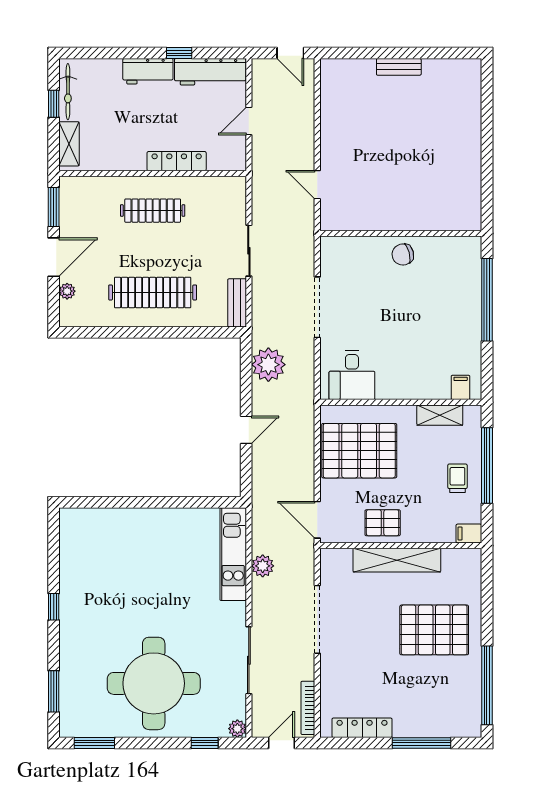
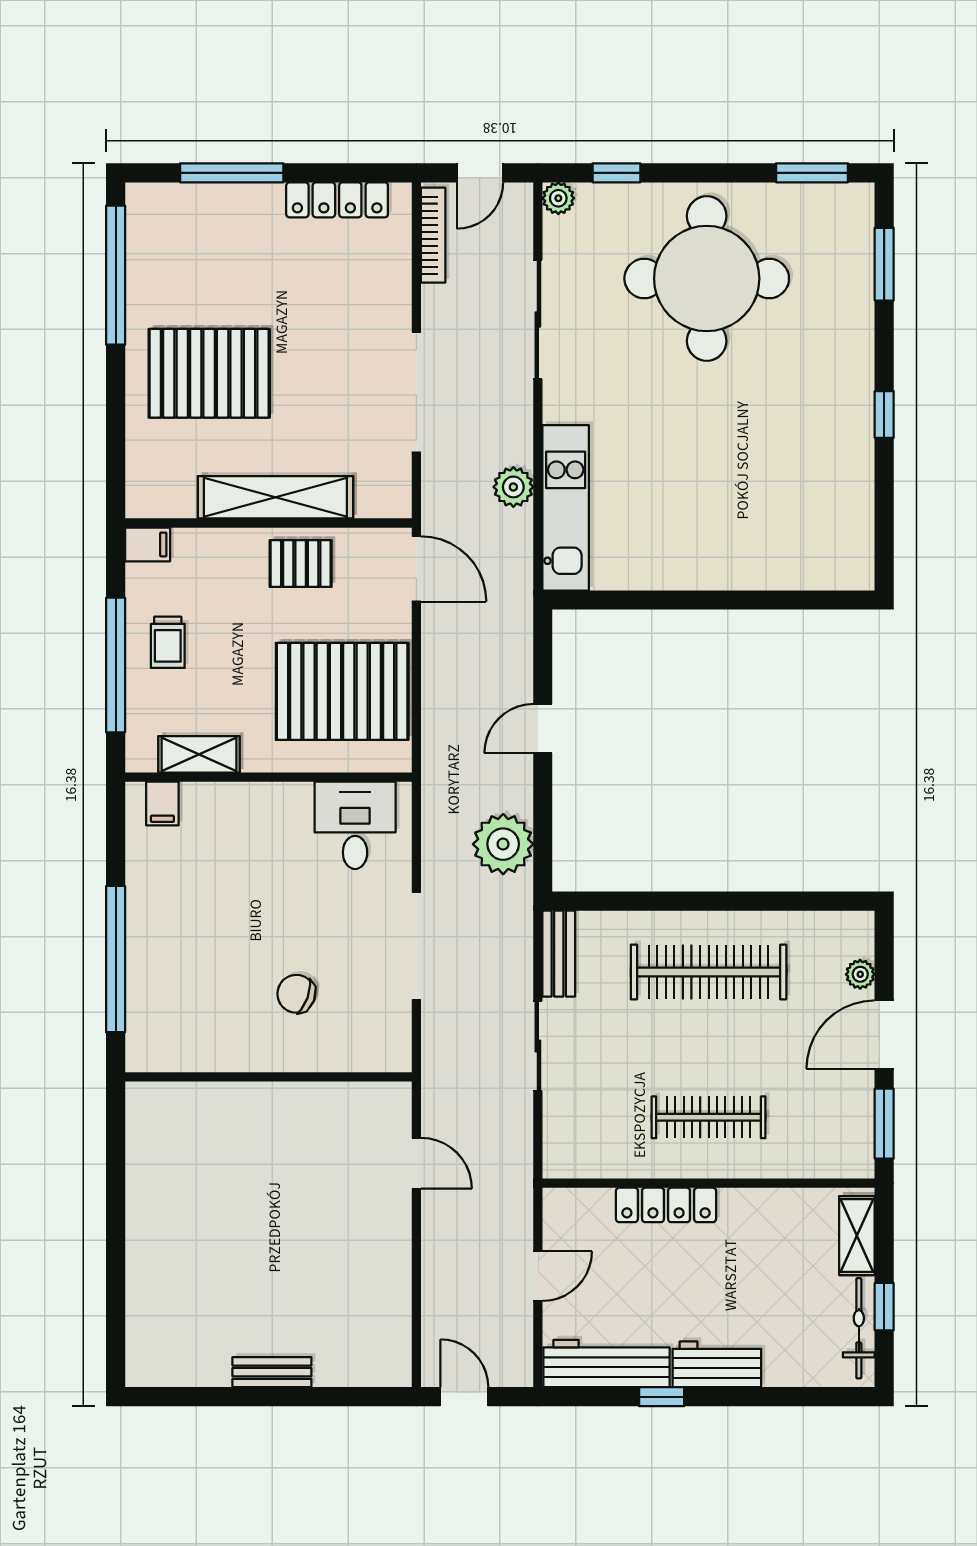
chair: (403, 254) -> (296, 994), moved, turned -145

